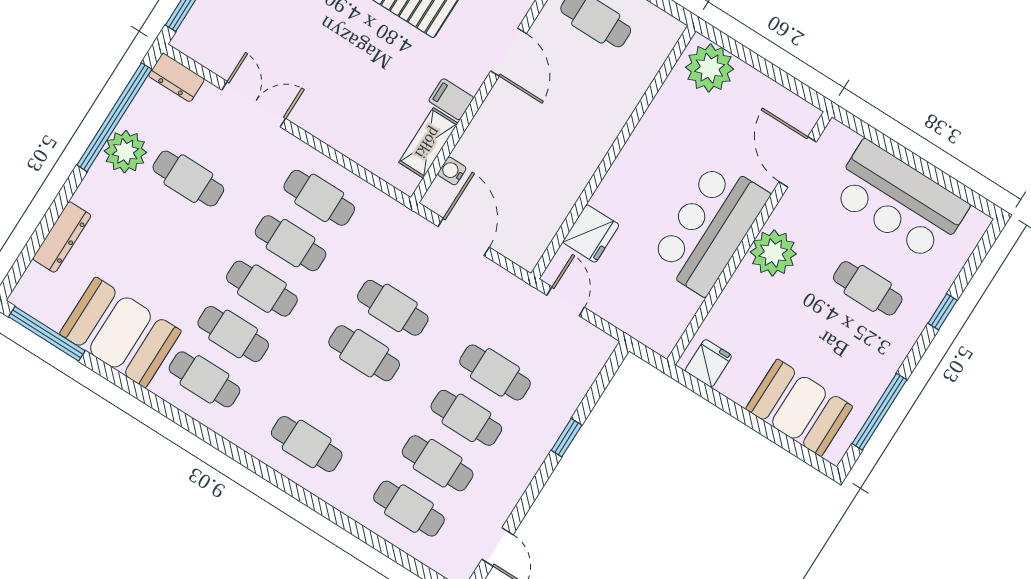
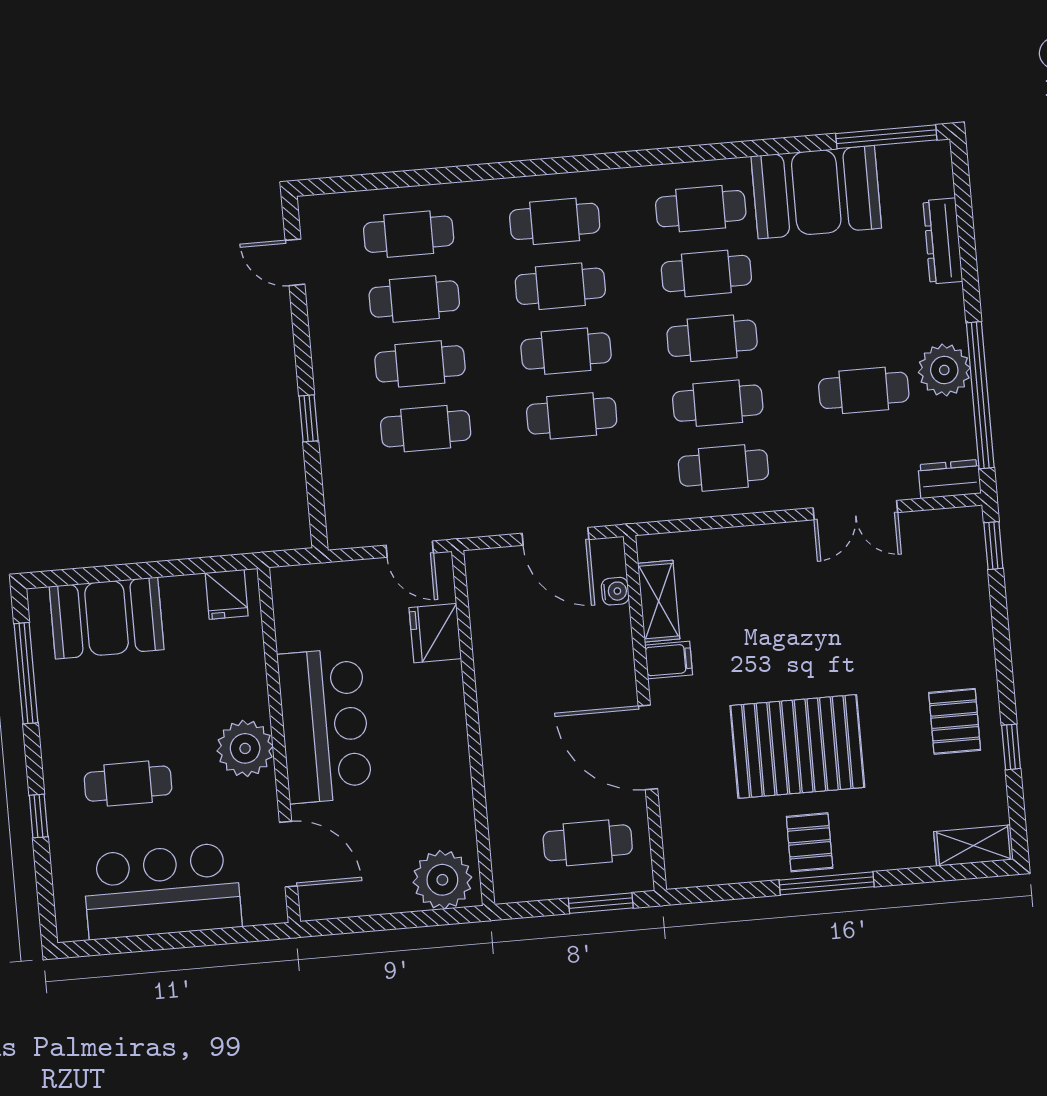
door: (508, 52) -> (648, 747), width x1.36
cafe table: (335, 399) -> (560, 286), added

